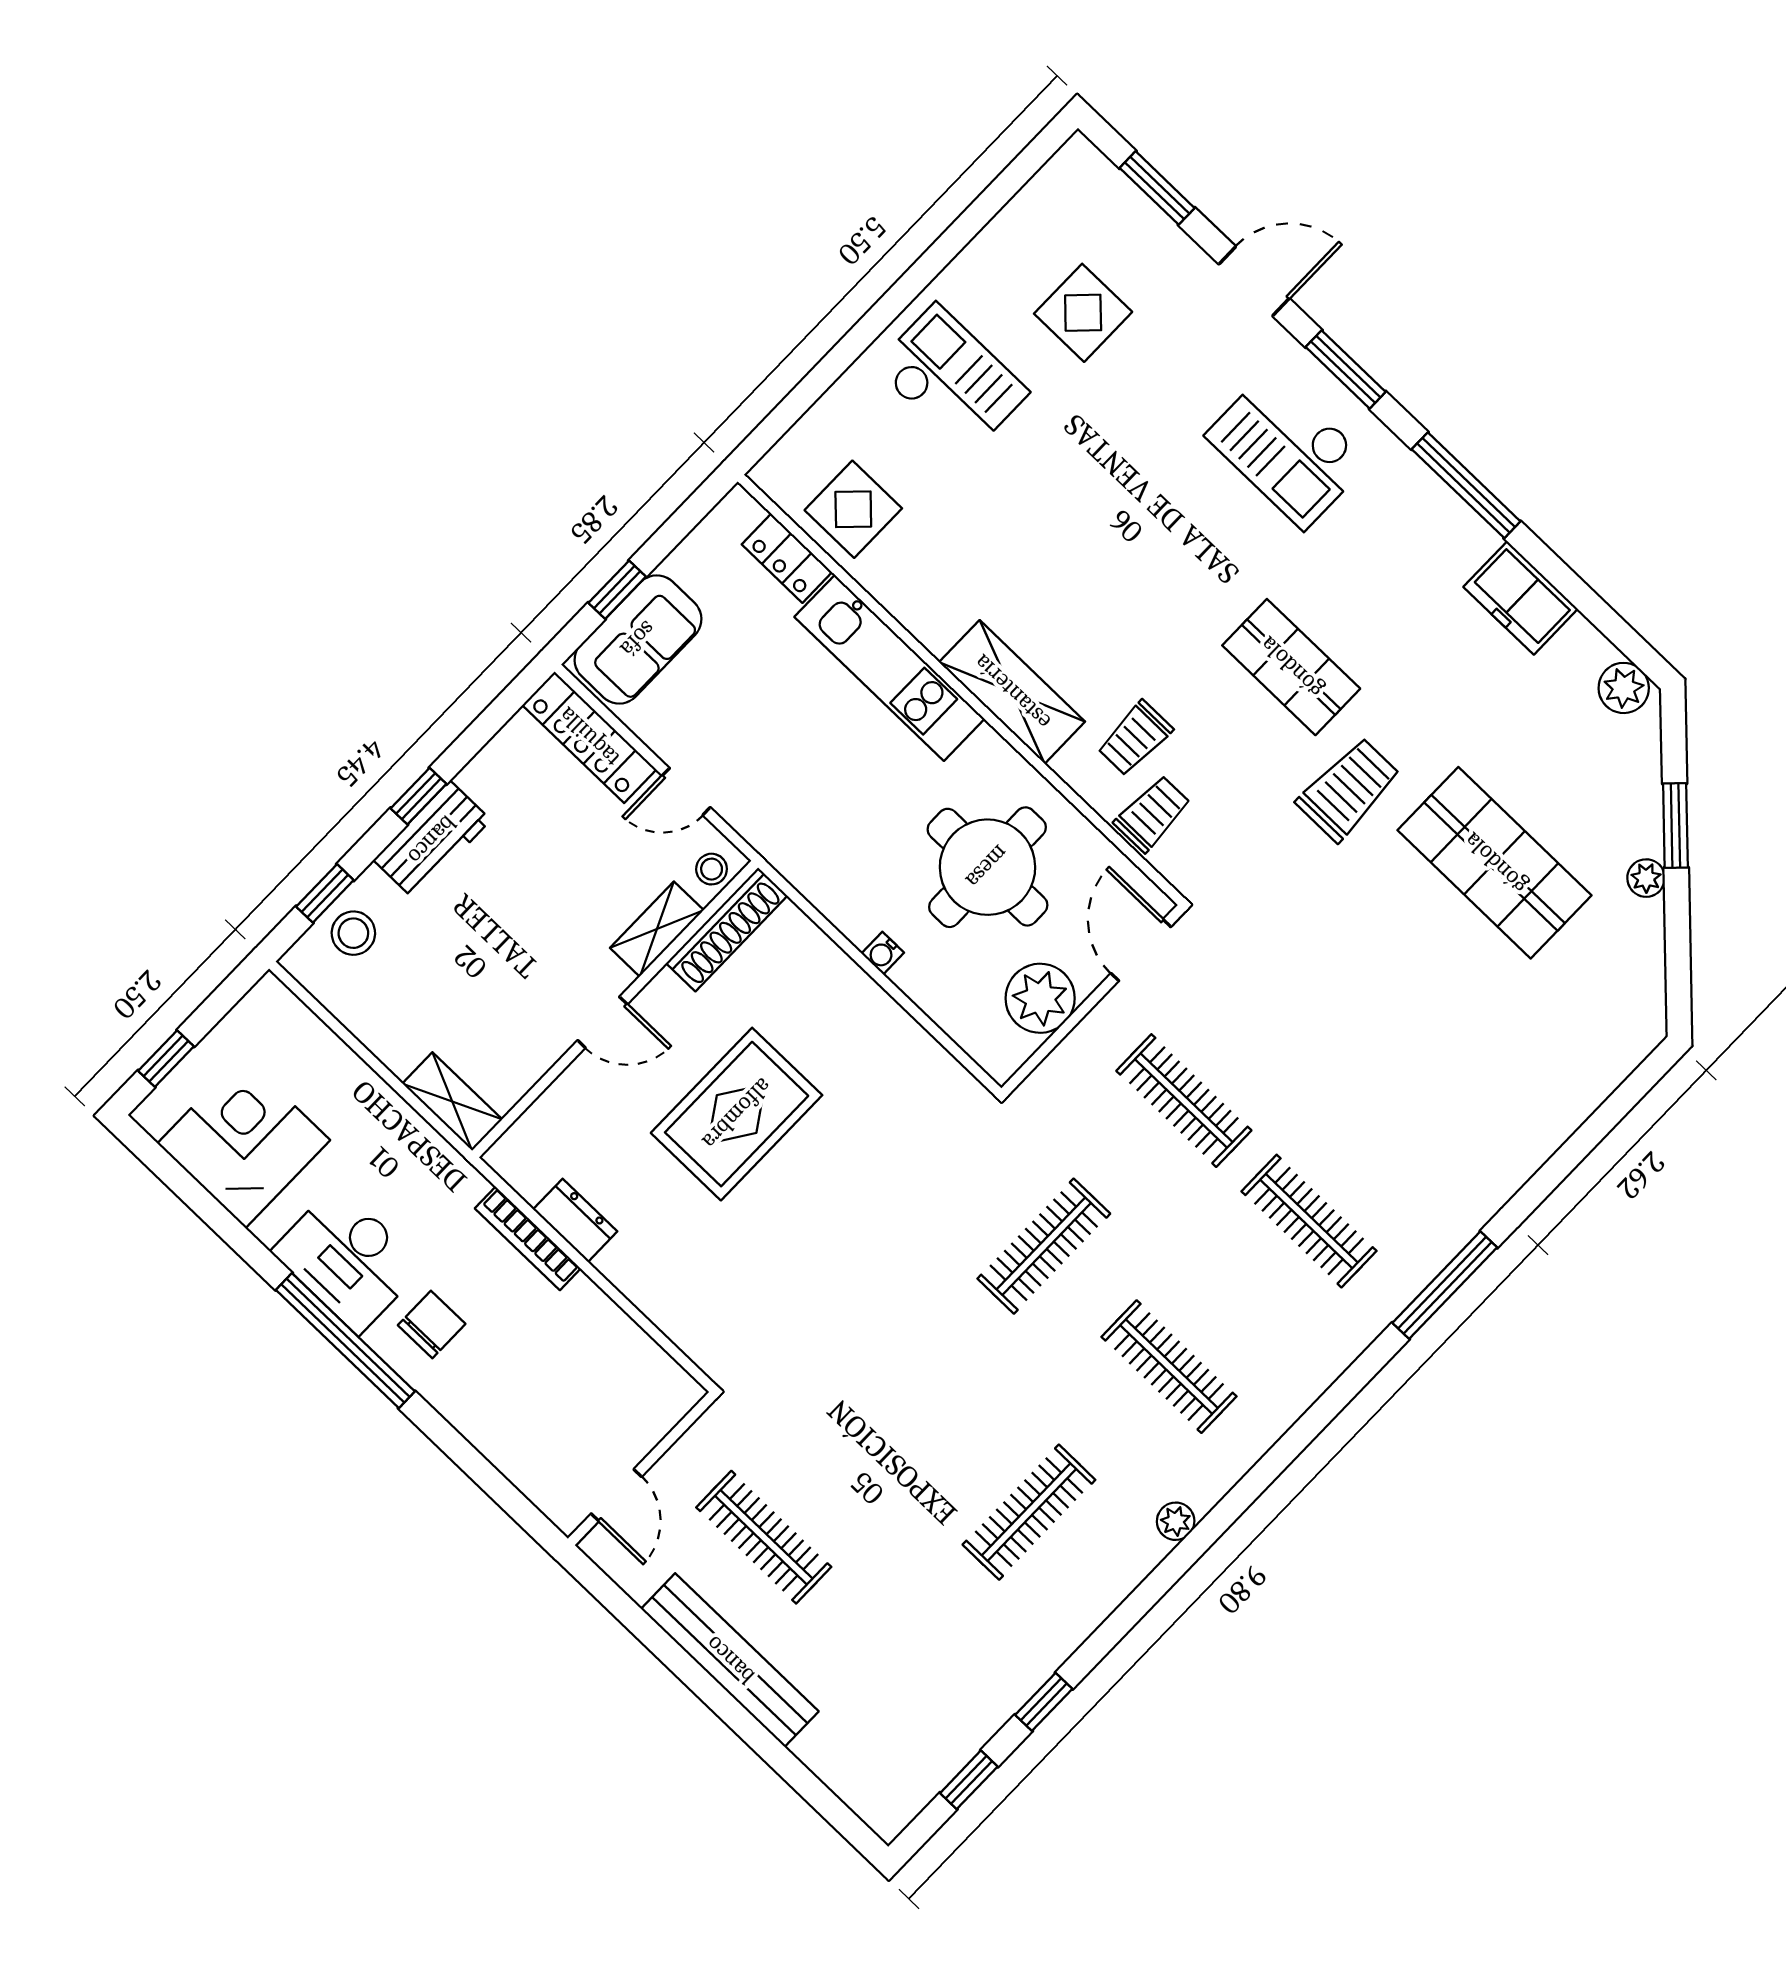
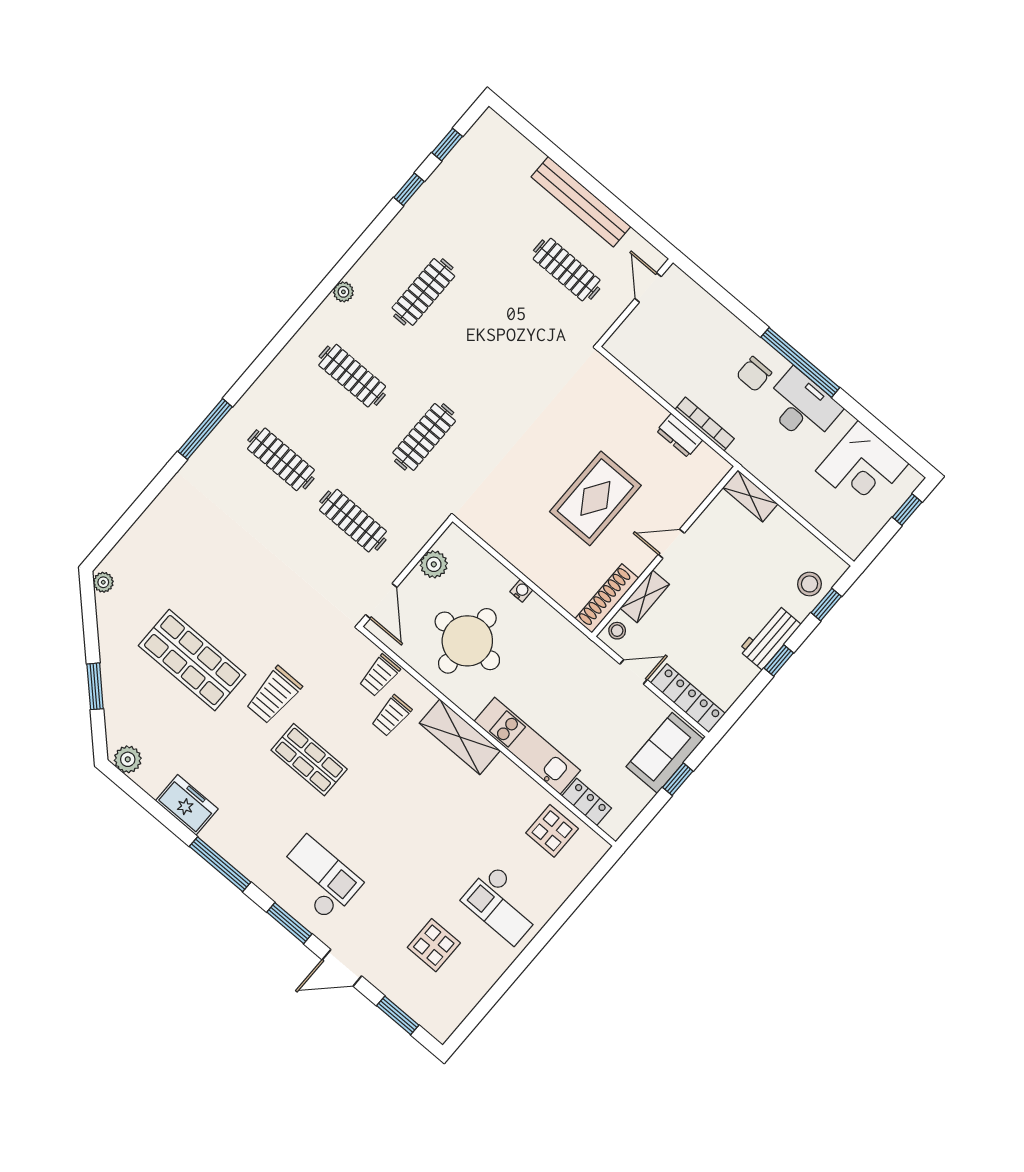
trolley: (1135, 738) -> (392, 716), turned 180
plant: (1646, 878) -> (103, 582), moved
plant: (1040, 998) -> (434, 564), width x0.73, depth x0.73

